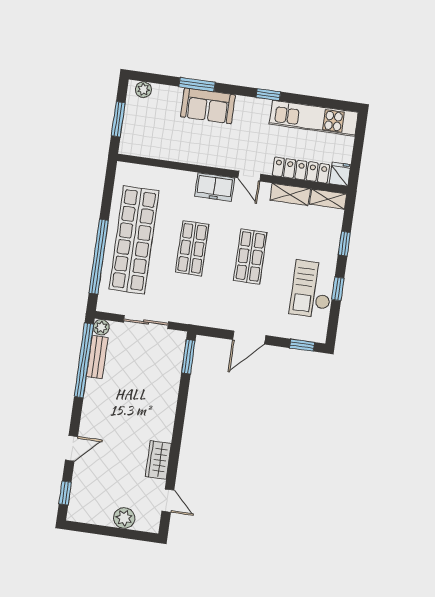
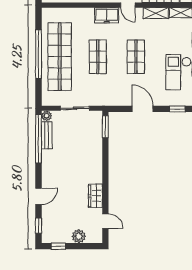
window: (99, 257) -> (39, 54), moved
door: (249, 338) -> (143, 109), swing flipped
window: (91, 529) -> (58, 246), added

